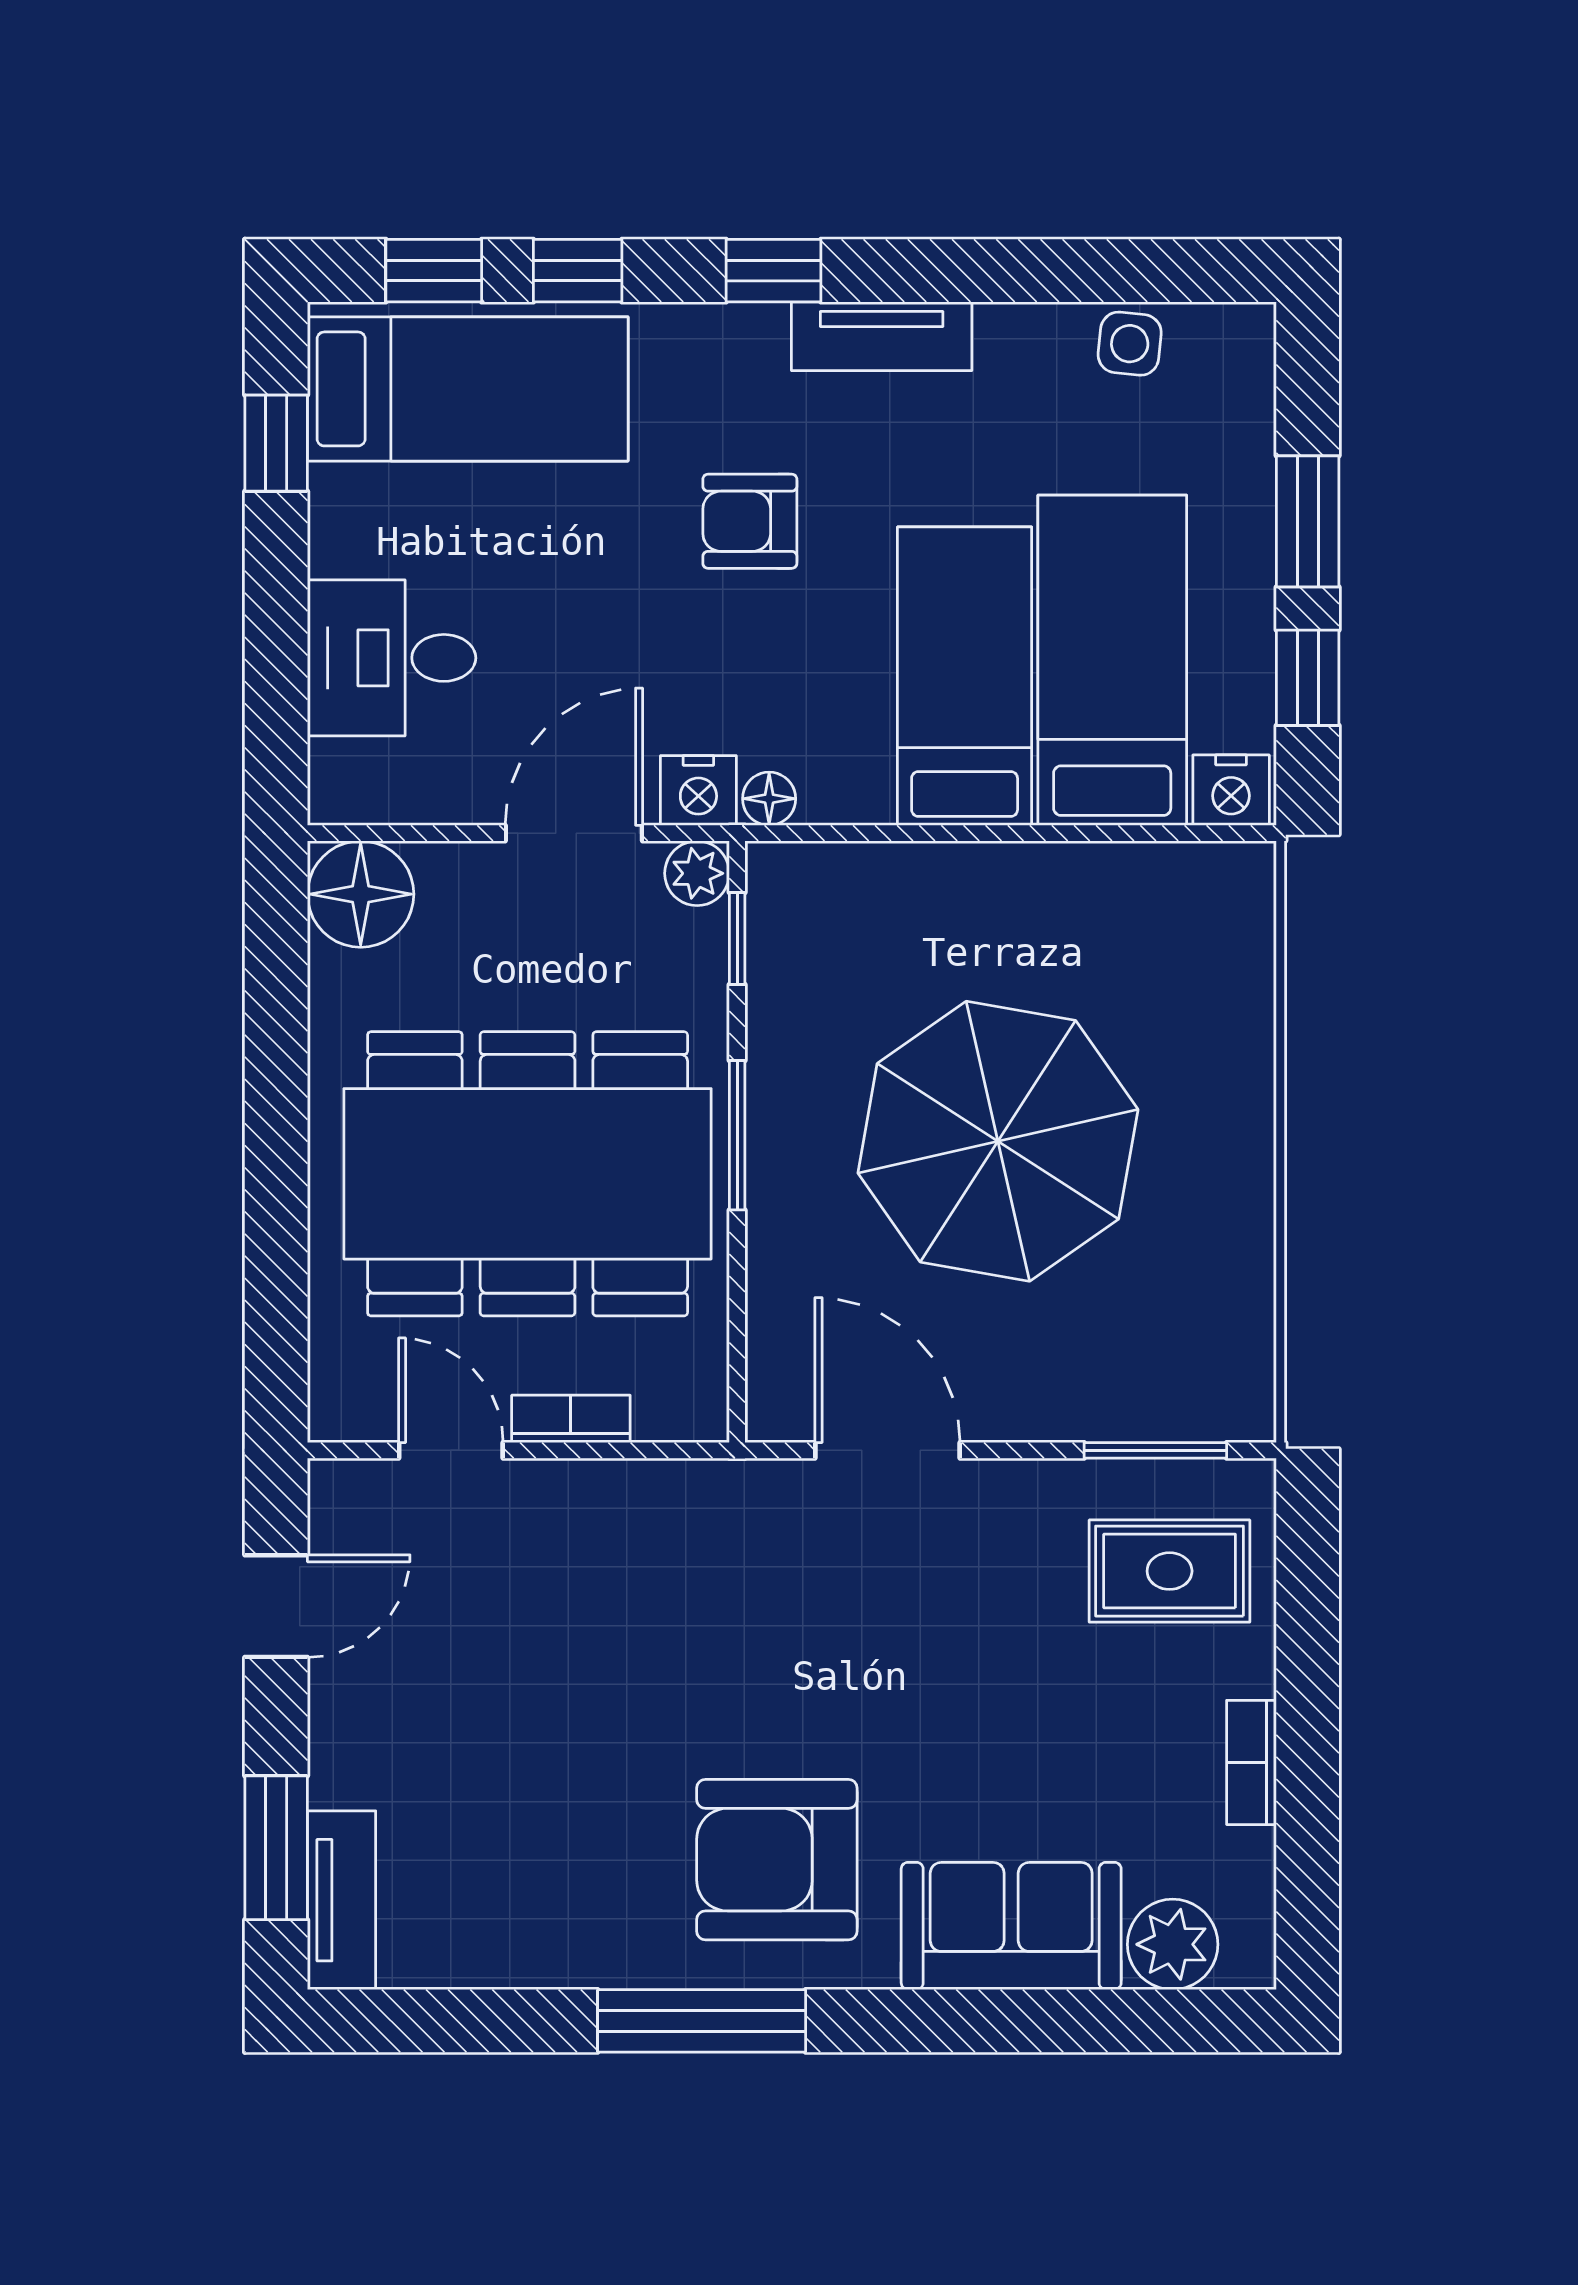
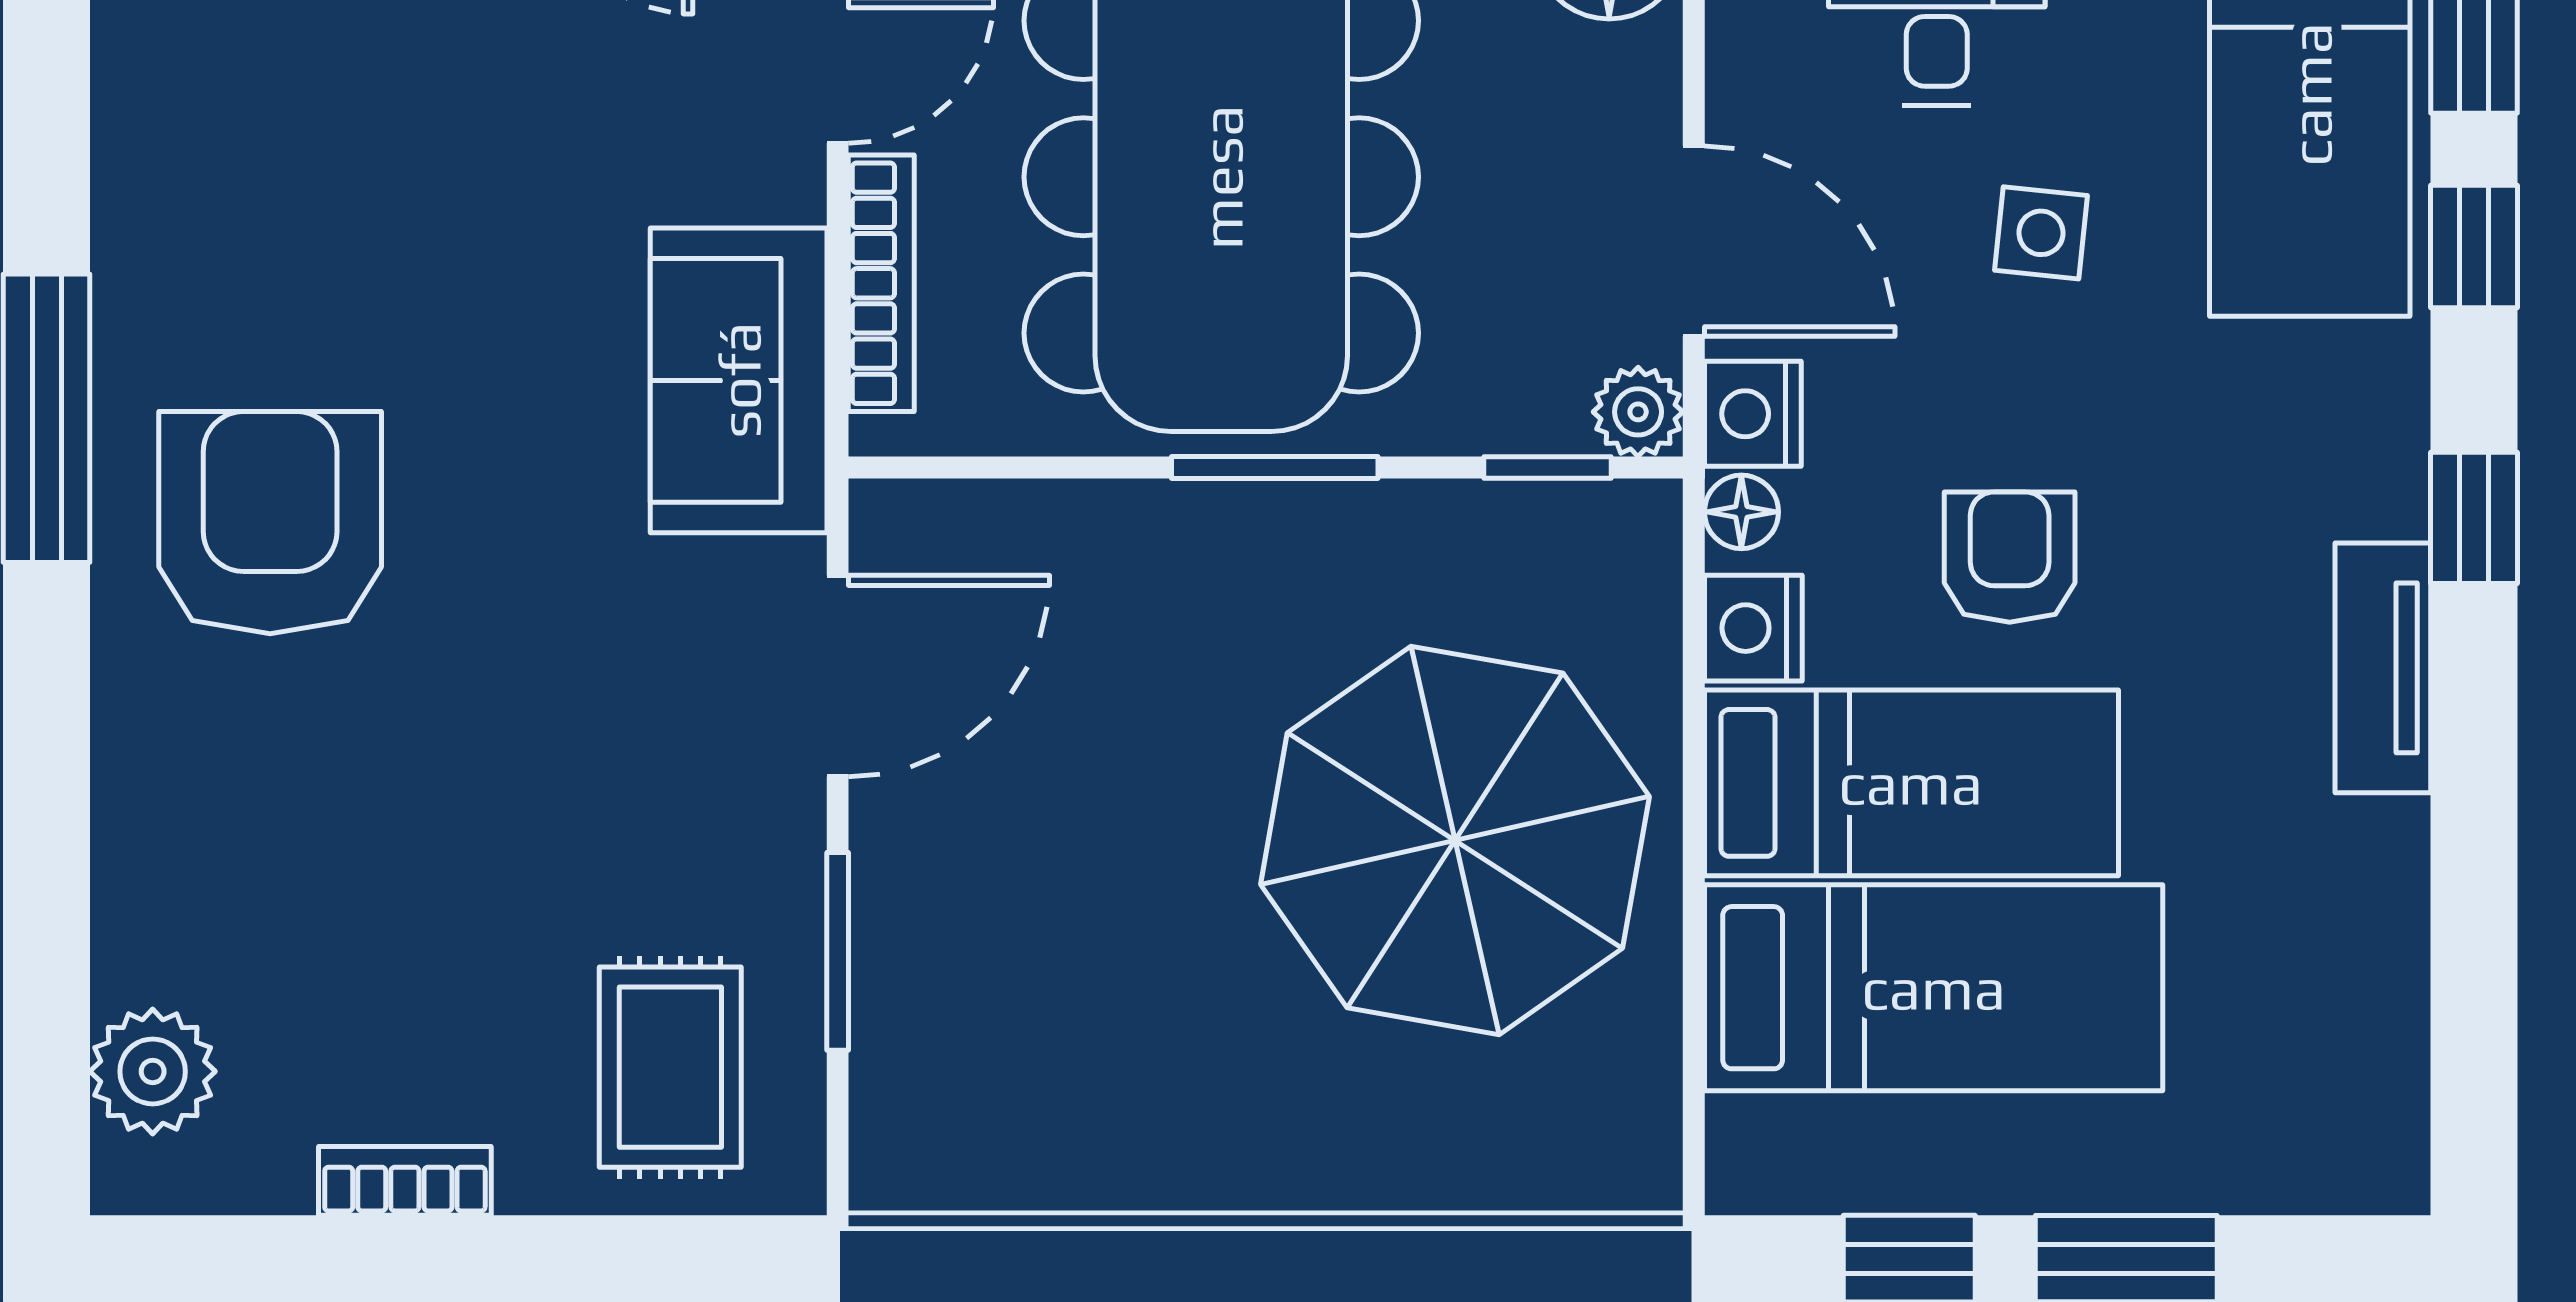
side table: (1130, 344) -> (2041, 233), moved
armchair: (750, 521) -> (2010, 557), moved
nightstand: (1231, 790) -> (1753, 628), moved
parasol: (998, 1141) -> (1455, 840), moved
bookcase: (571, 1419) -> (881, 283), width x1.56
window: (1155, 1450) -> (838, 951), moved
sofa: (1011, 1926) -> (739, 380), moved, turned 180

